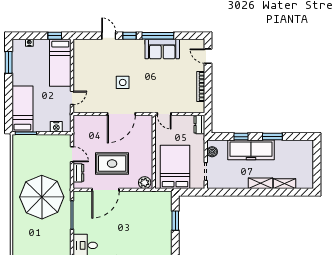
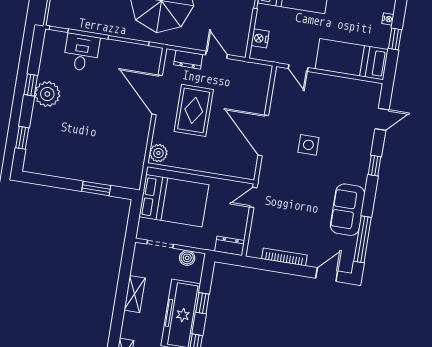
window: (55, 36) -> (395, 39), moved
door: (109, 36) -> (382, 119), moved
window: (158, 36) -> (363, 239), moved
door: (72, 154) -> (216, 55), swing flipped
shelving: (260, 183) -> (135, 294), moved

